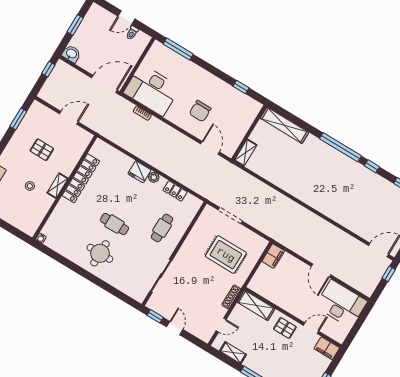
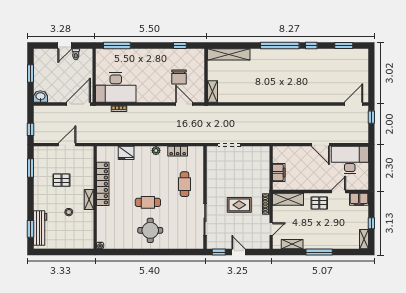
window: (48, 69) -> (30, 129), moved
chair: (200, 111) -> (179, 77), moved
fridge: (139, 172) -> (126, 153), moved
rug: (226, 255) -> (239, 205), moved, width x0.73, depth x0.70
filing cabinet: (273, 256) -> (279, 172), moved

